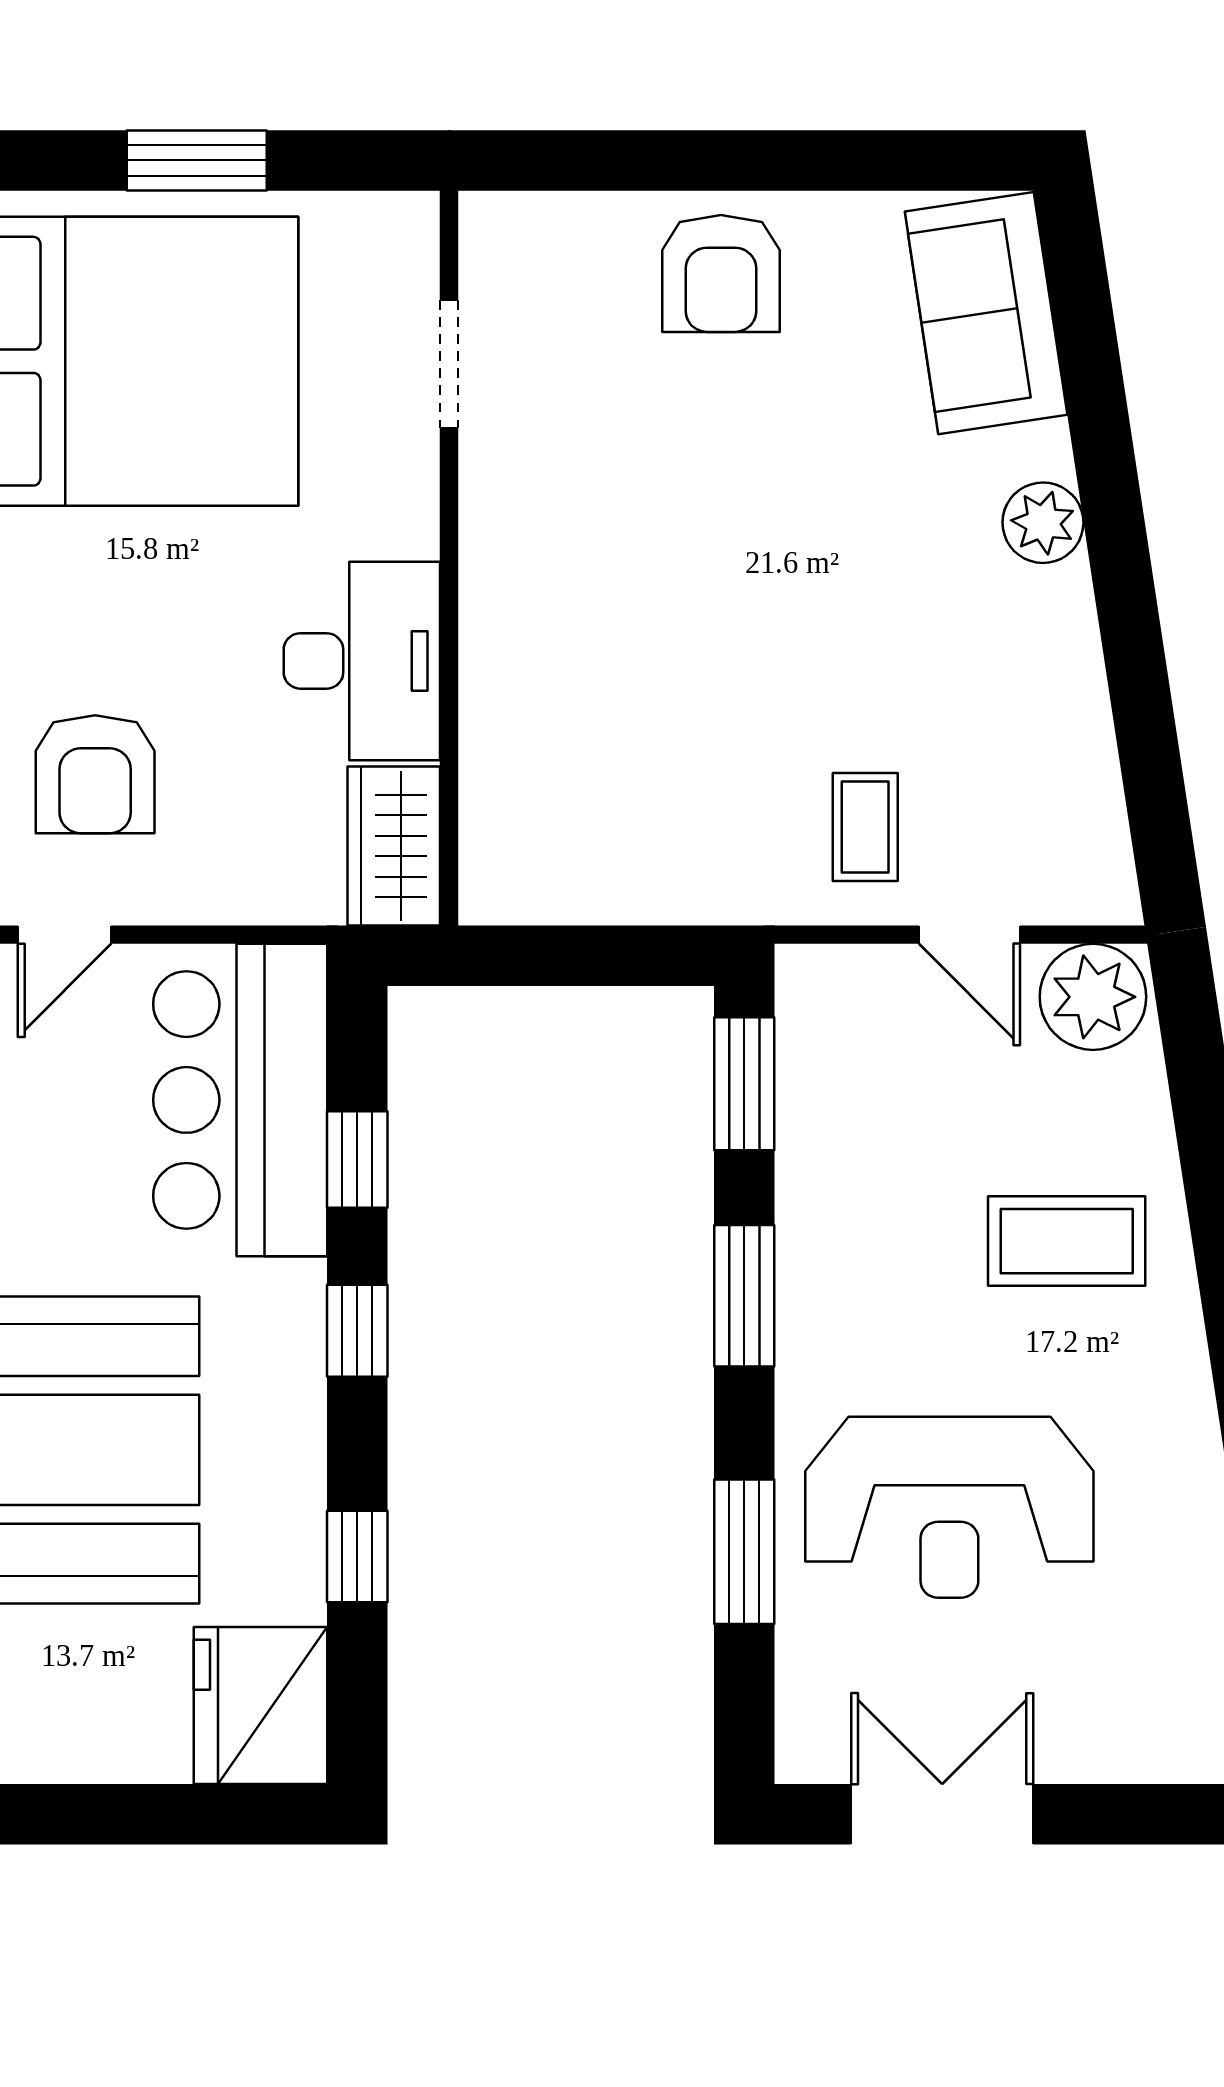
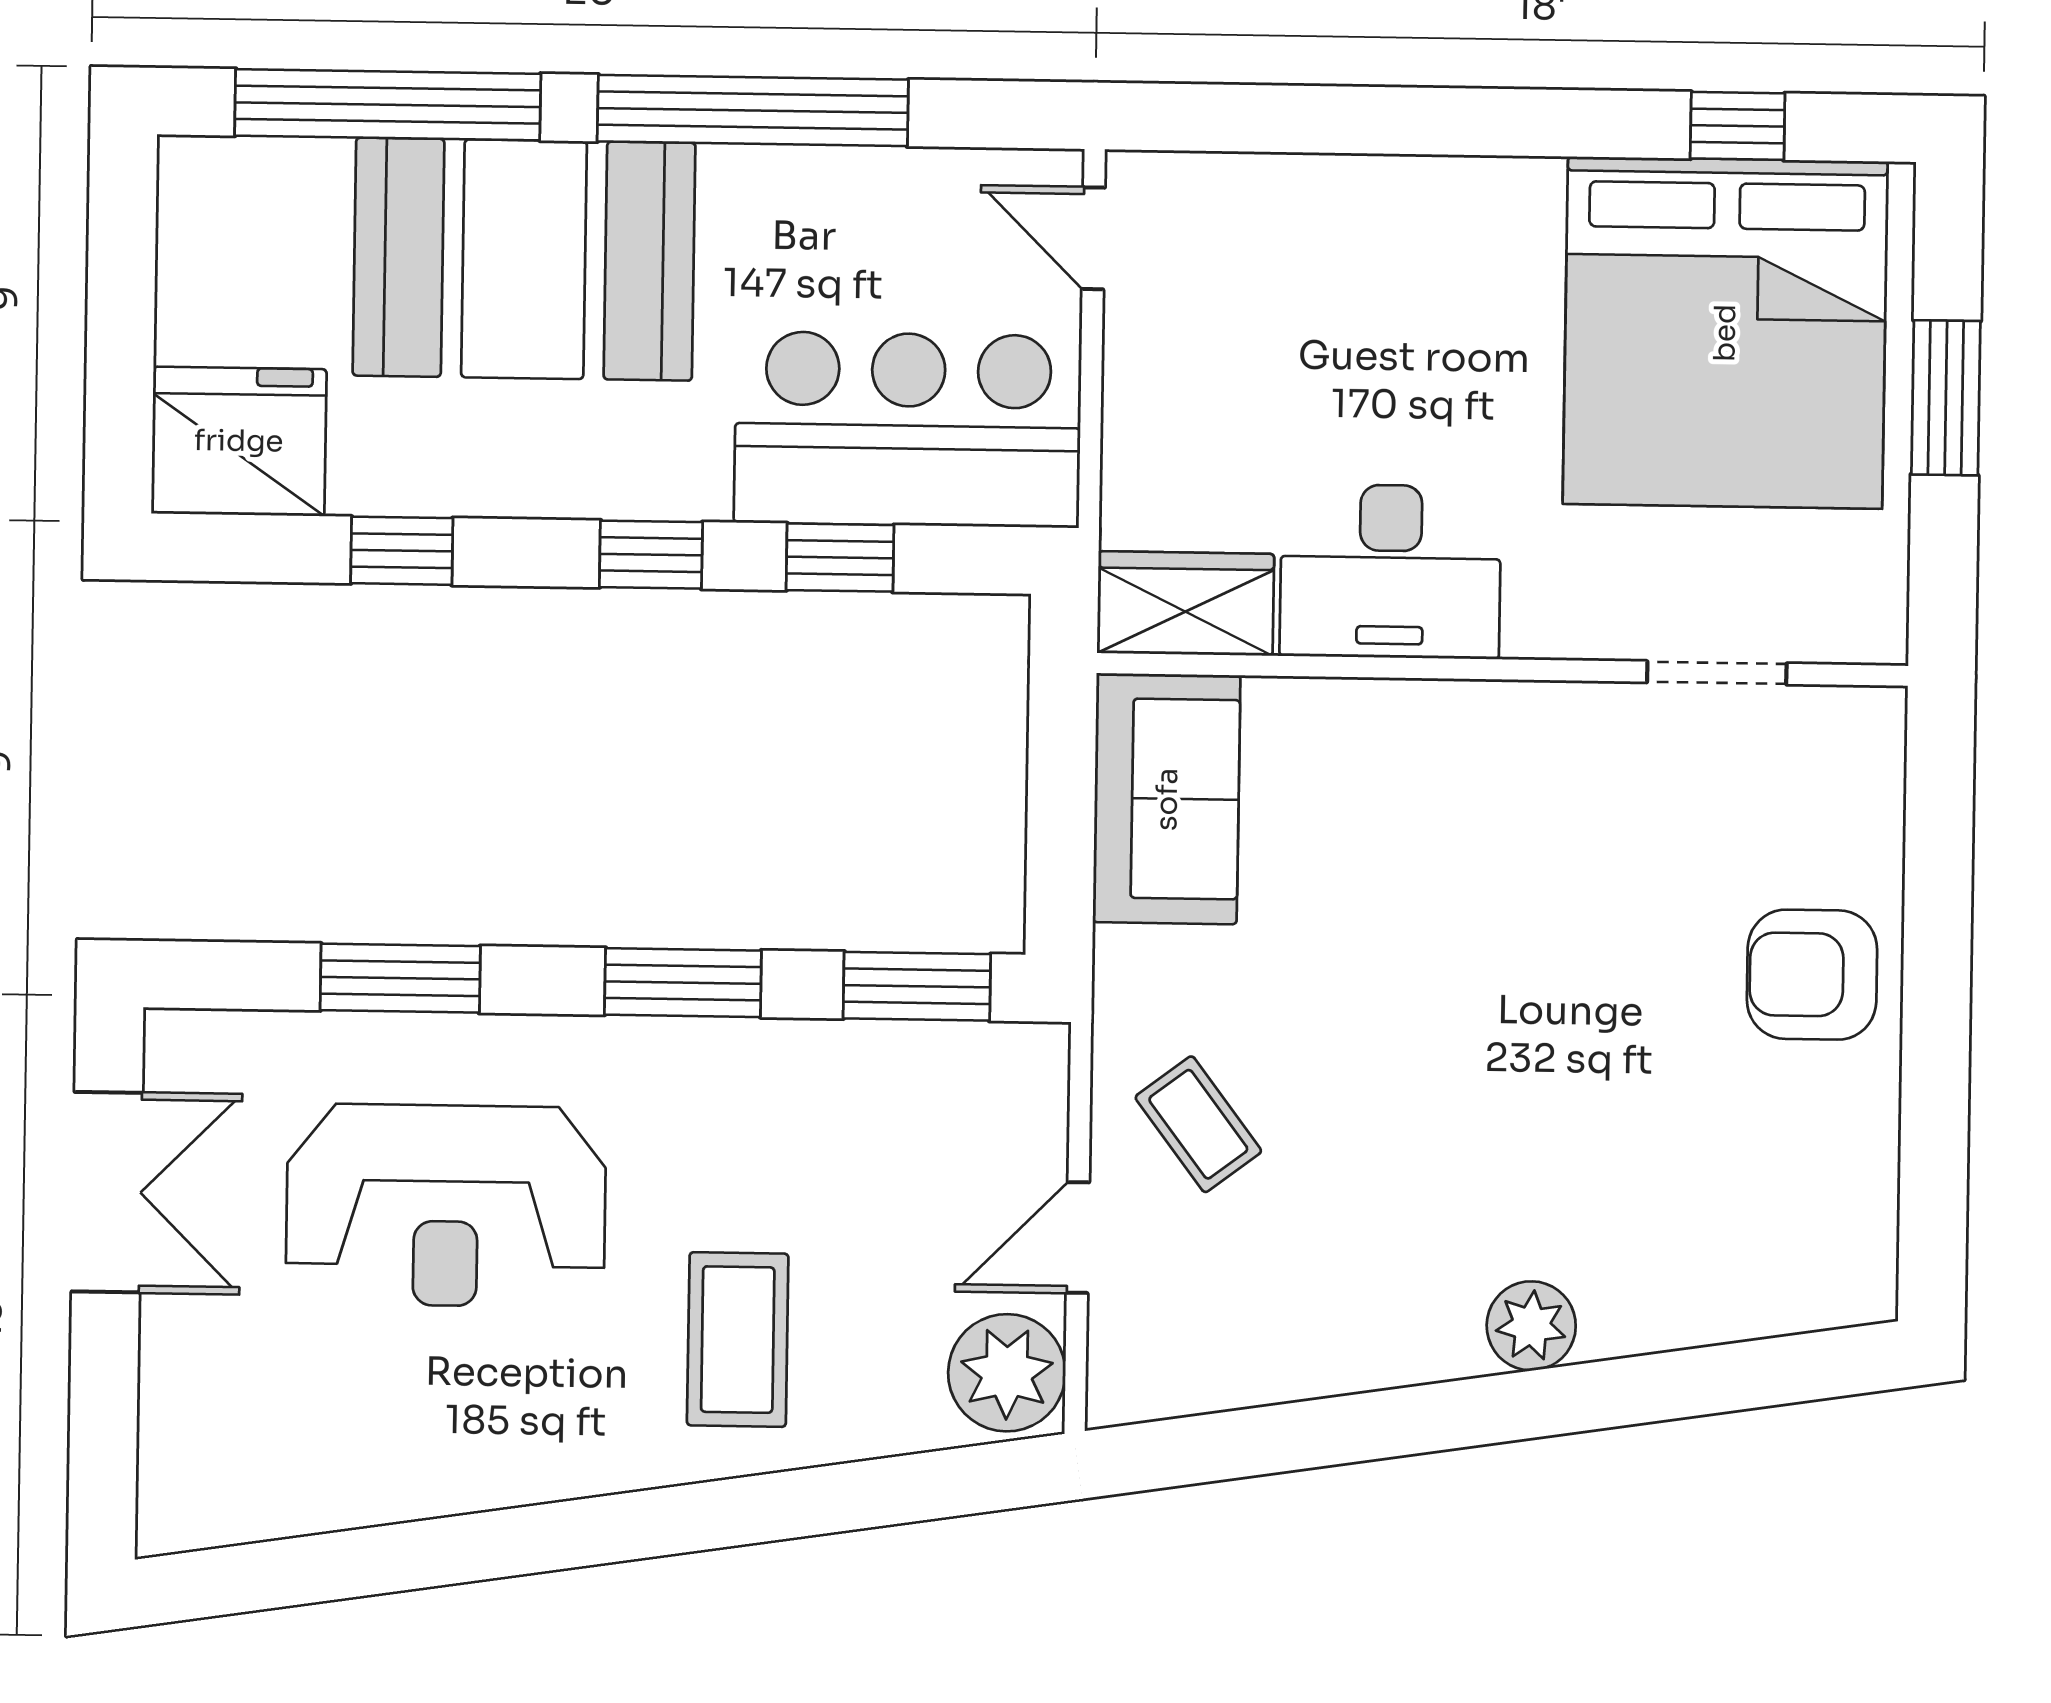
sofa: (986, 313) -> (1167, 799), moved, turned 99
armchair: (95, 774) -> (1270, 275), removed
coffee table: (865, 827) -> (1198, 1124), turned 53
reception desk: (949, 1507) -> (446, 1205), turned -90

